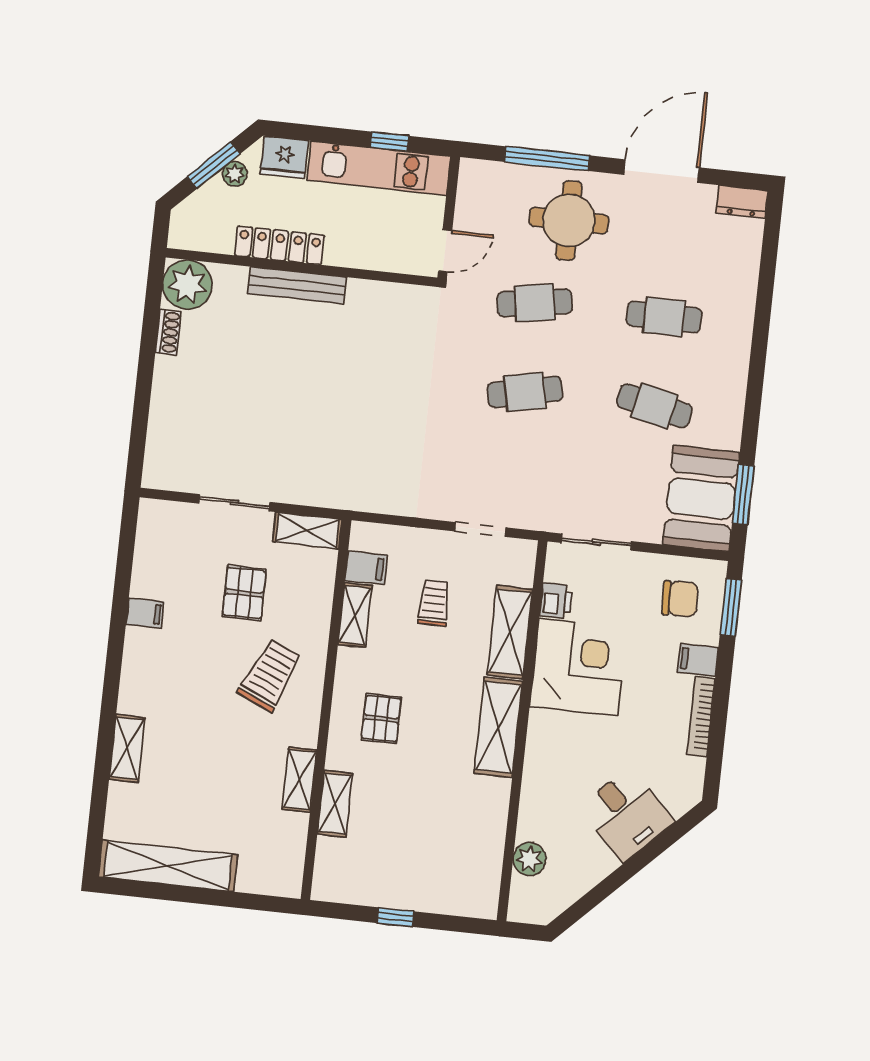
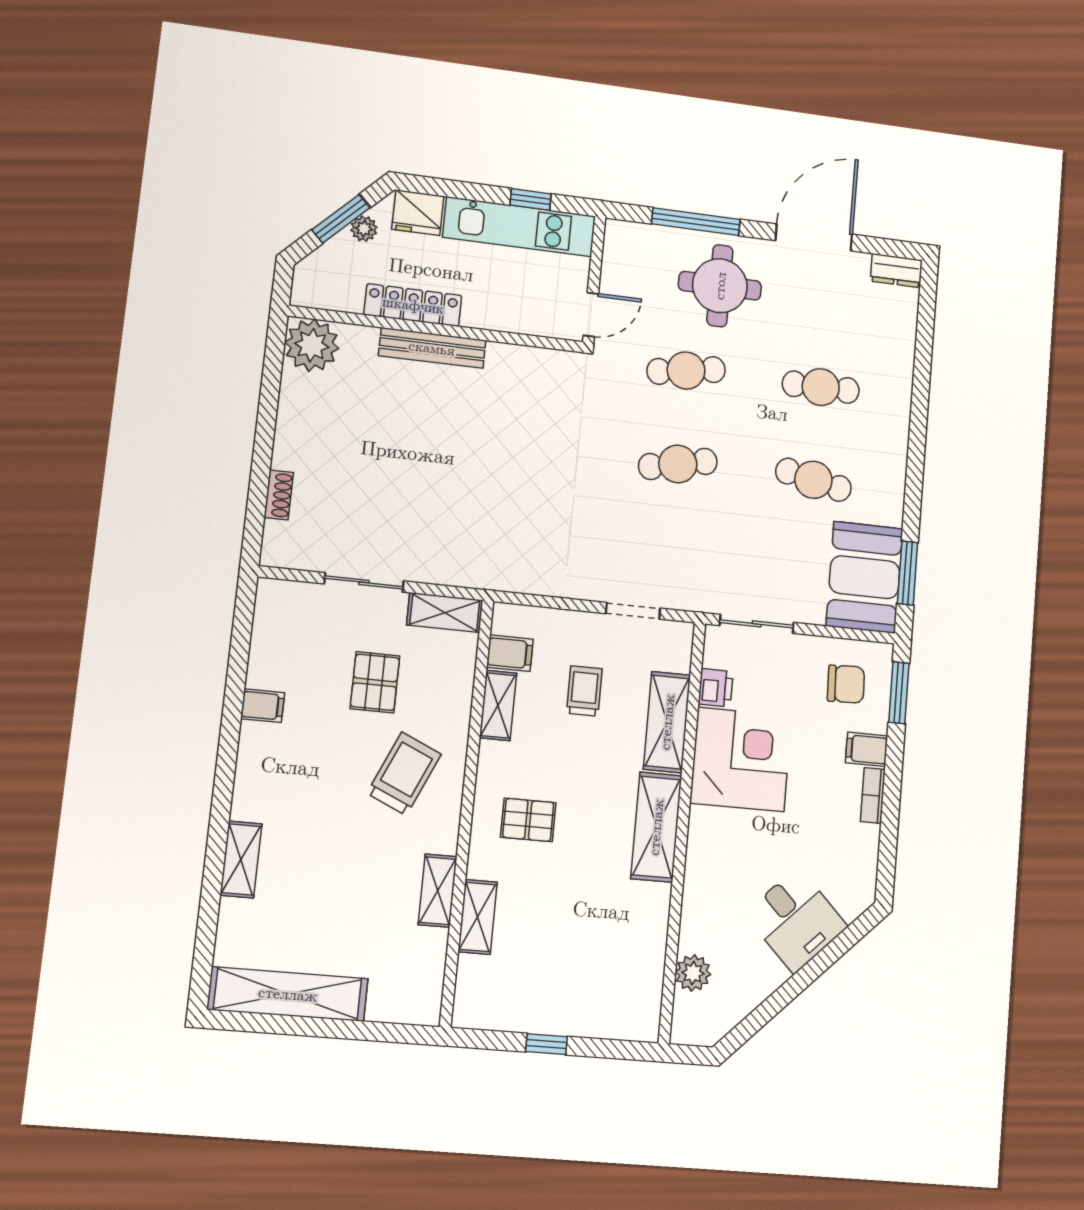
shoe rack: (168, 332) -> (279, 495), moved
bookcase: (701, 717) -> (873, 796), width x0.64
pallet: (381, 719) -> (528, 820), turned 90

